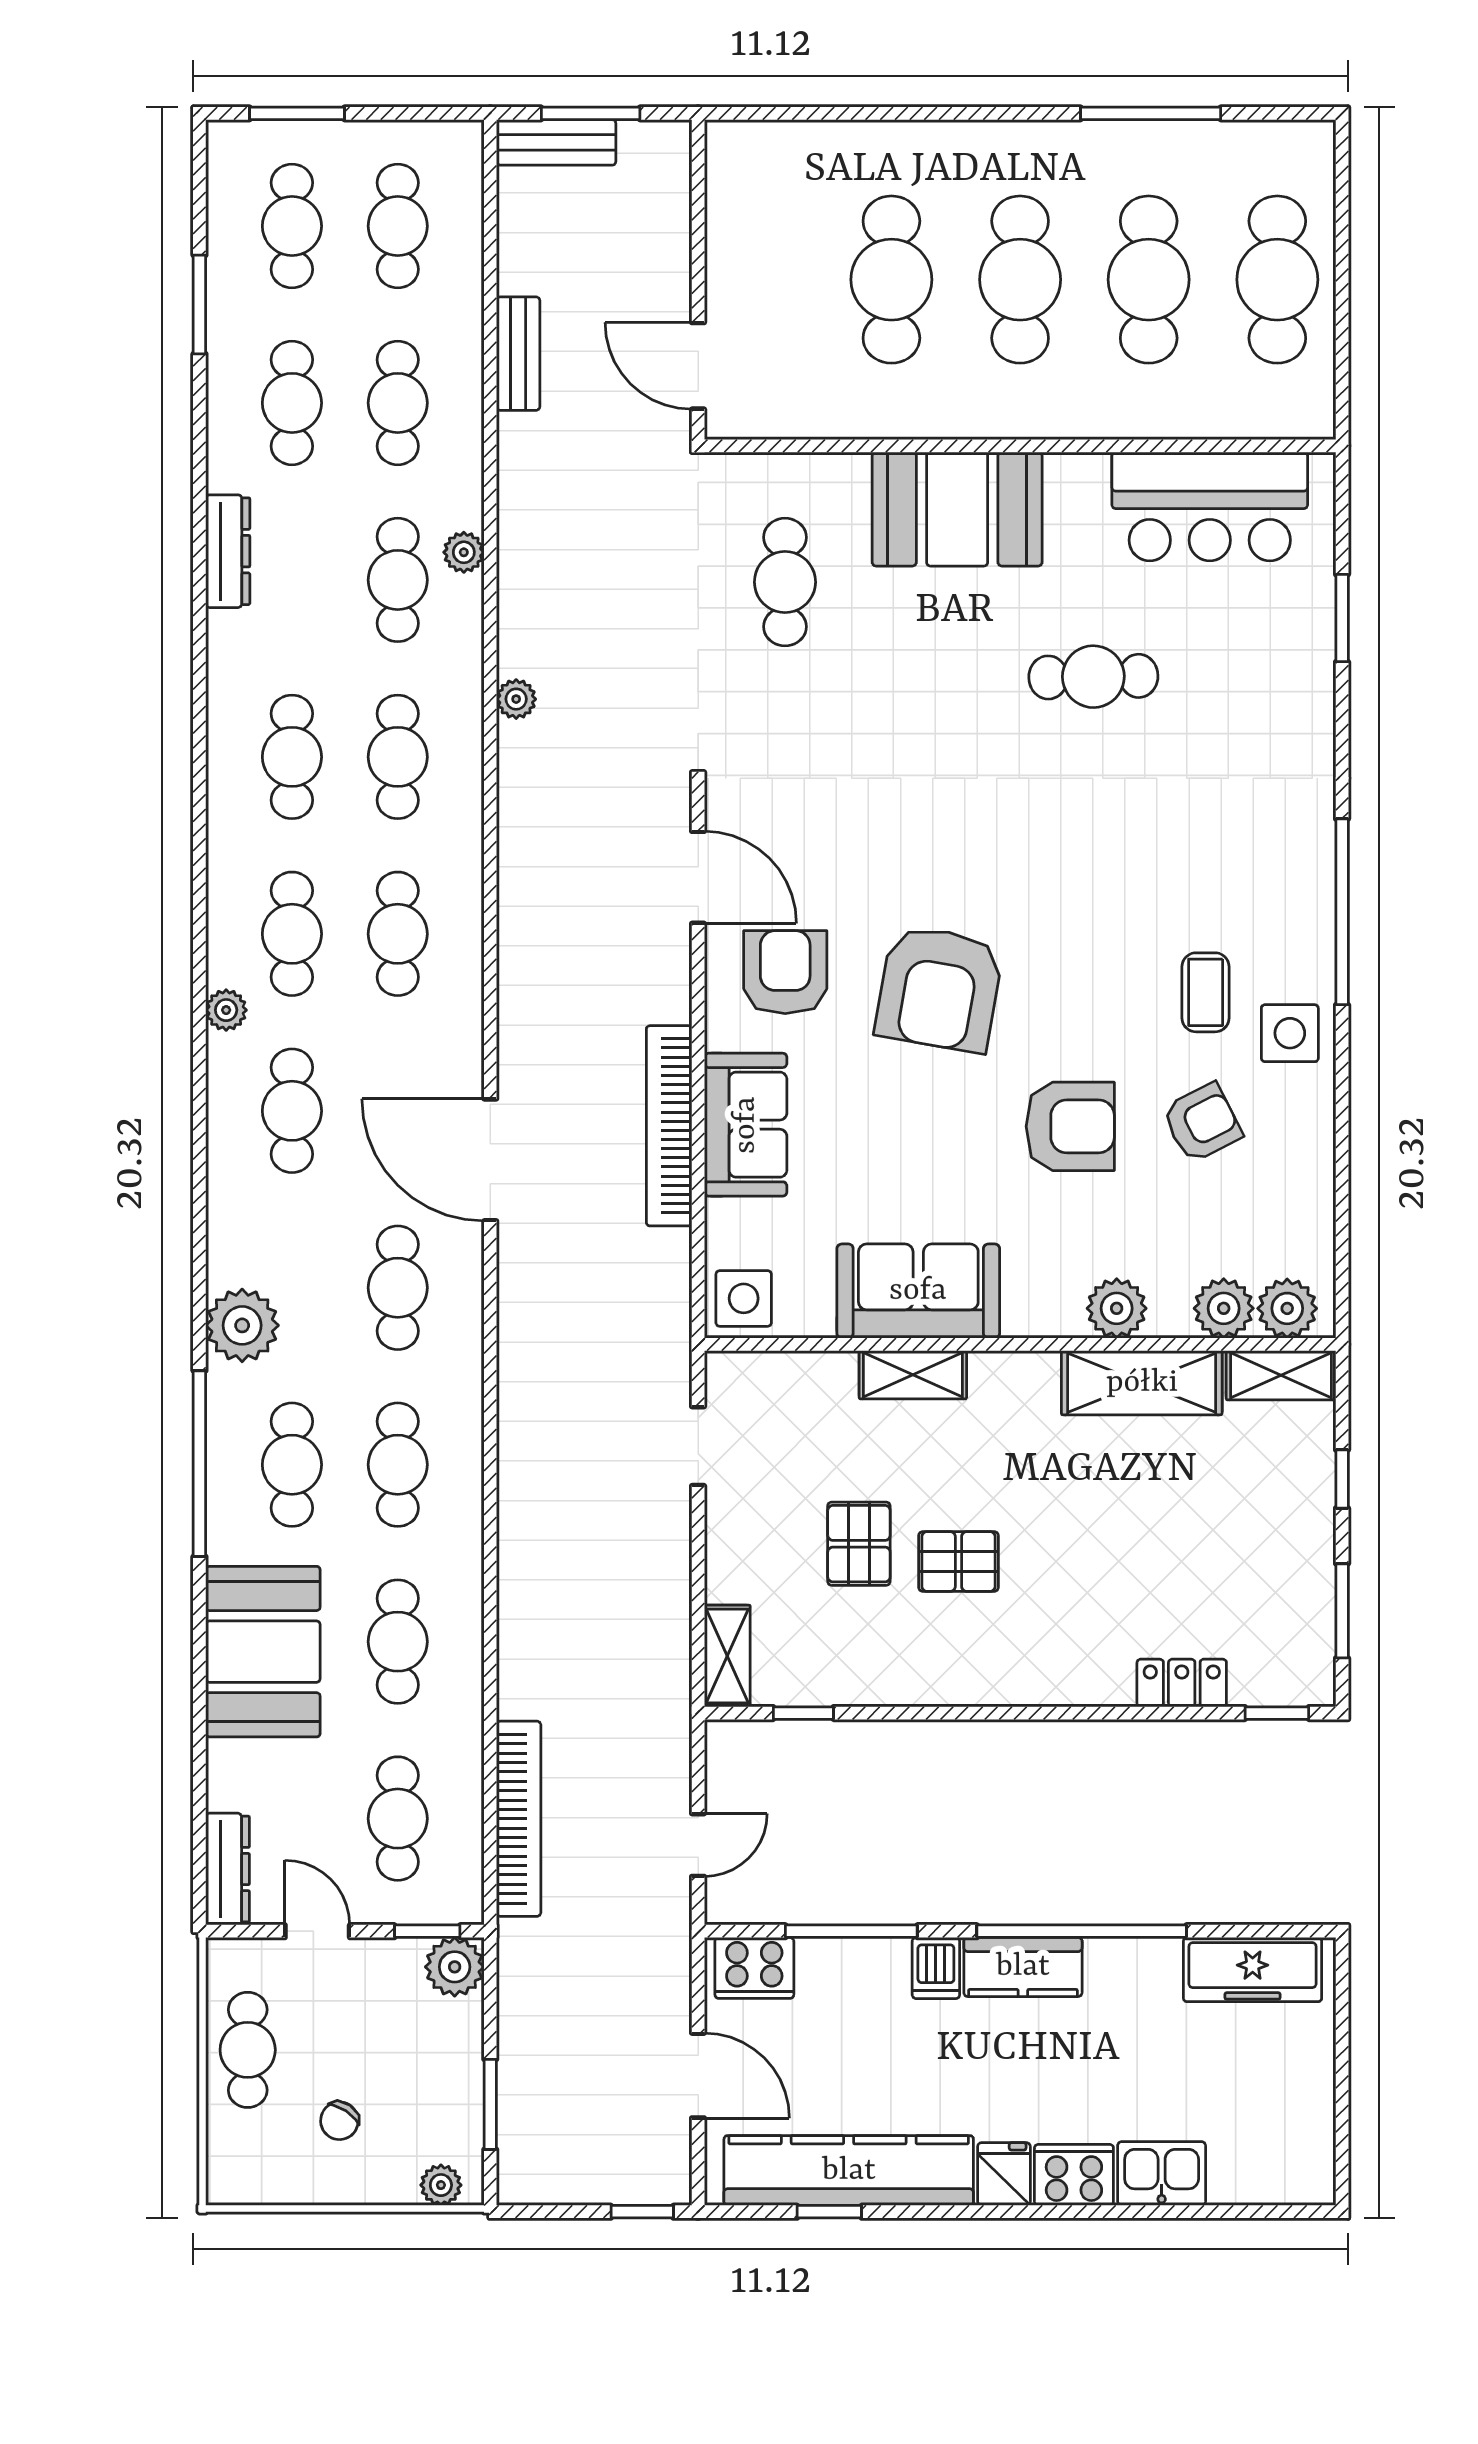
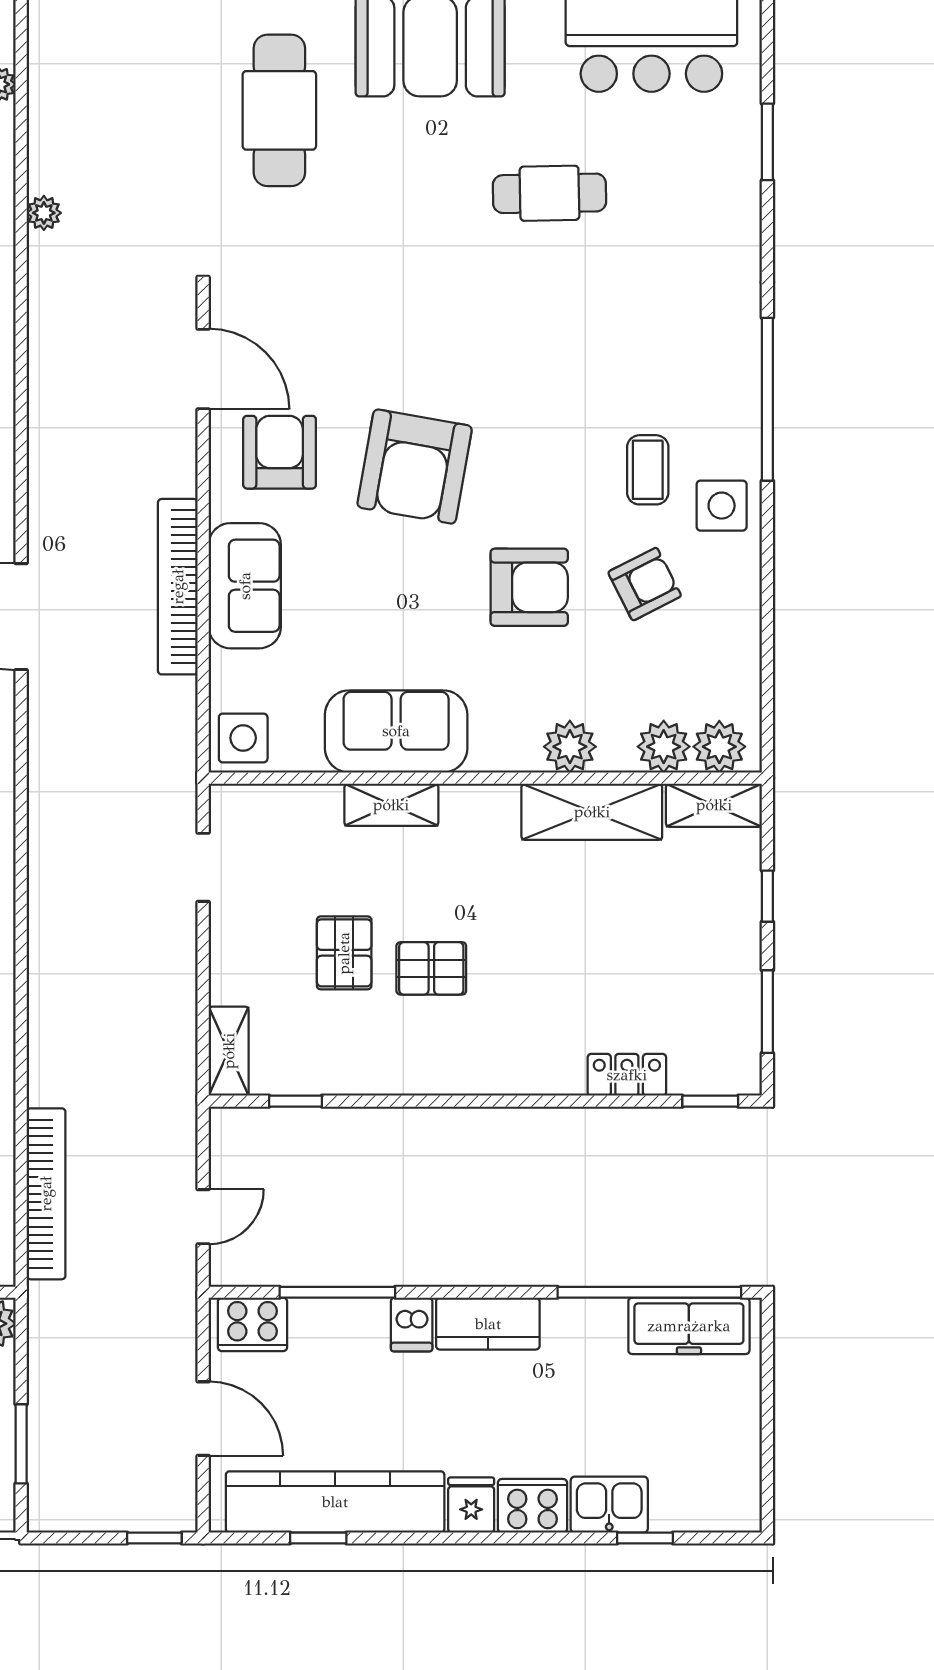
cafe table: (785, 582) -> (279, 110), width x1.37, depth x1.35
window: (1082, 1931) -> (649, 1292), moved
window: (1202, 2212) -> (645, 1538), added

